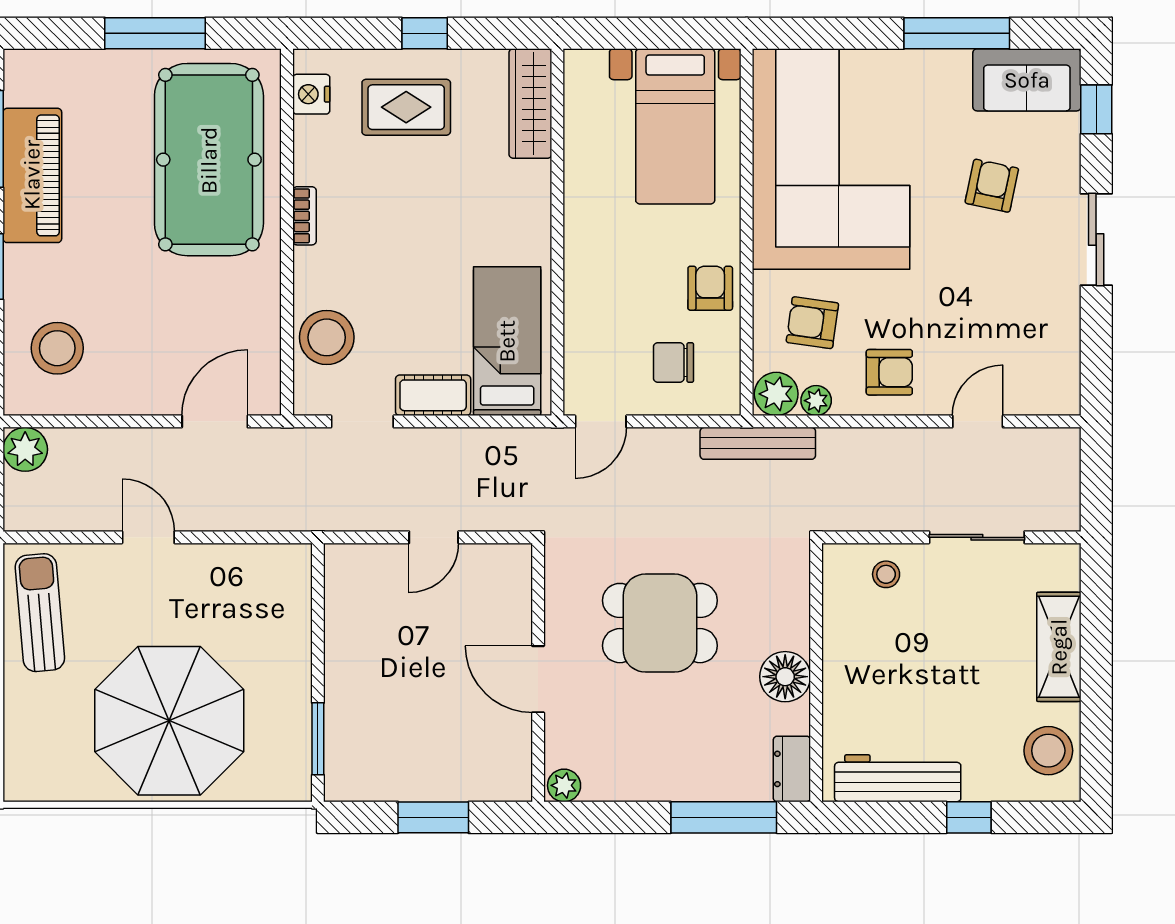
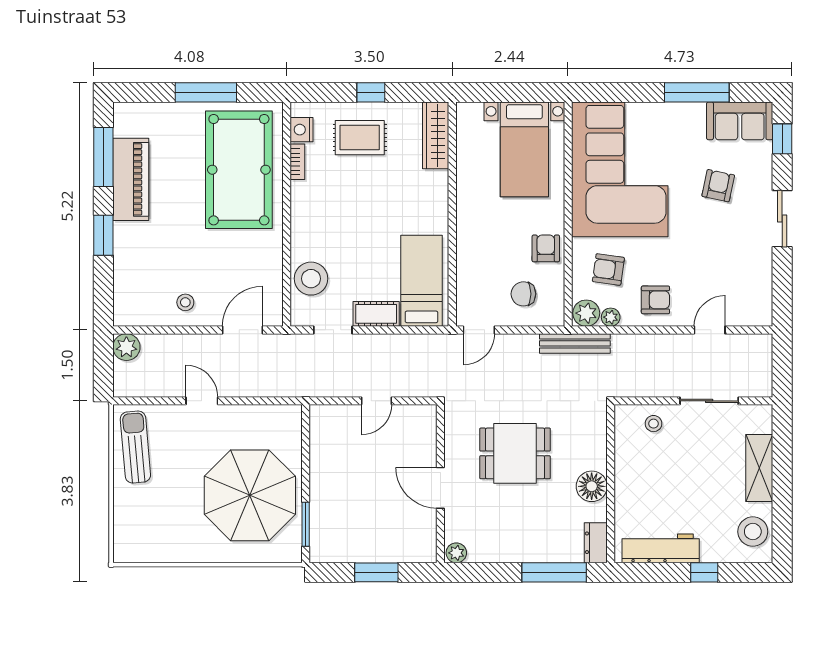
bookcase: (304, 216) -> (297, 162), moved
stool: (57, 348) -> (185, 302), moved, width x0.53, depth x0.53
parasol: (169, 721) -> (250, 495), moved

